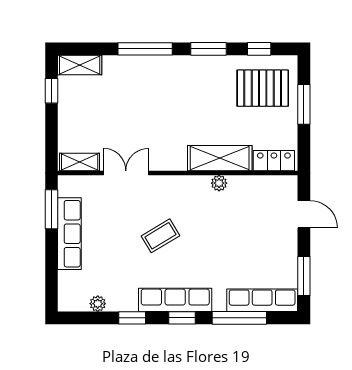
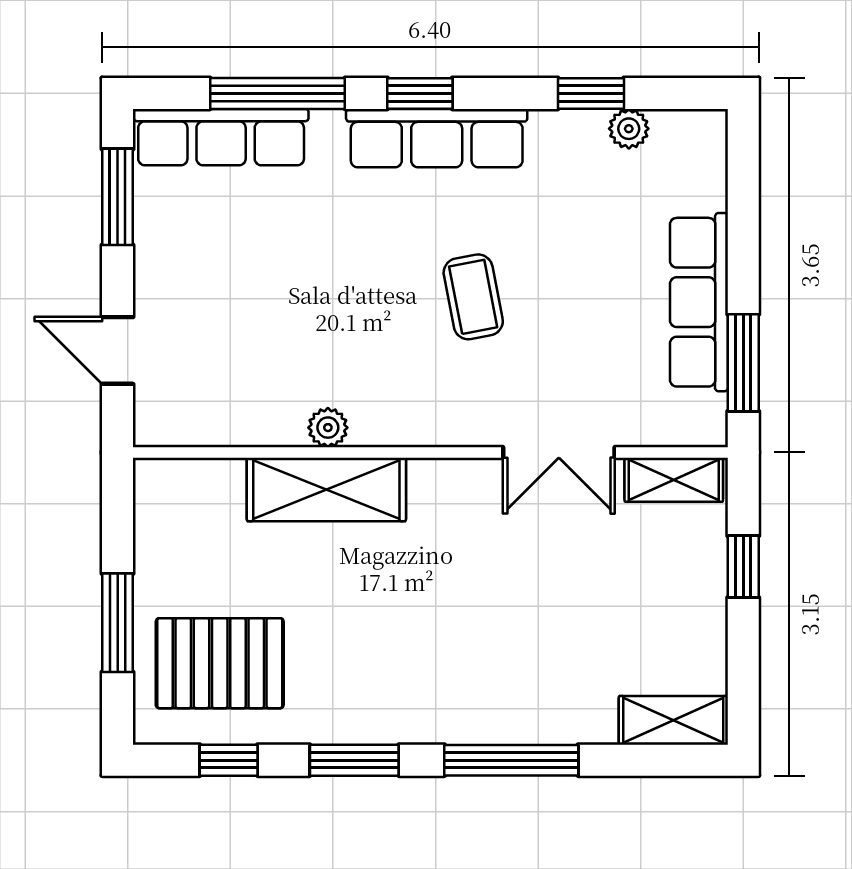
window: (52, 91) -> (743, 567), moved
locker: (274, 161) -> (192, 483), removed
coffee table: (160, 236) -> (473, 297), turned -70
window: (132, 318) -> (591, 93), moved

